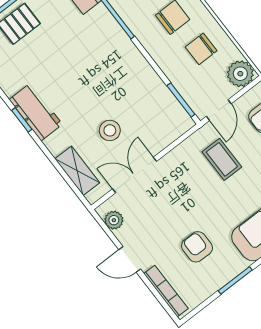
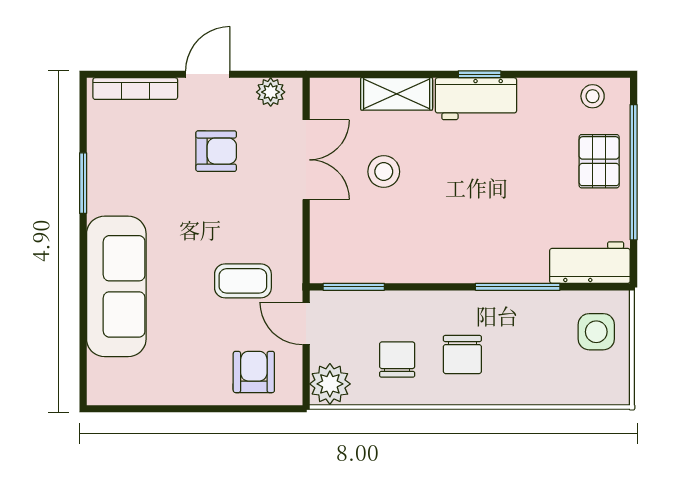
shelving: (77, 171) -> (397, 94), moved
armchair: (197, 247) -> (216, 151), moved

